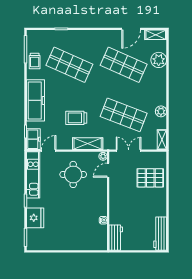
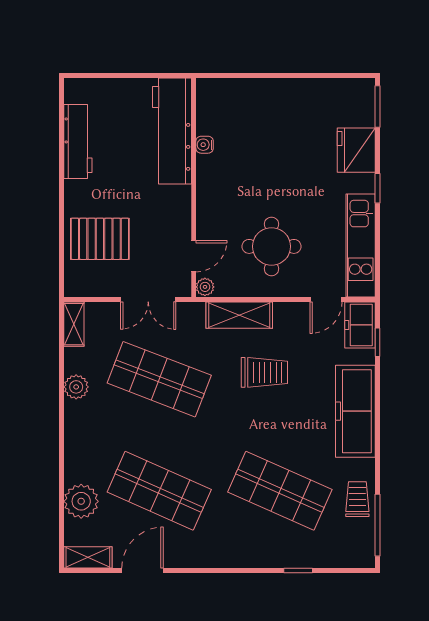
workbench: (160, 234) -> (78, 142), moved
workbench: (116, 238) -> (172, 131), width x1.88, depth x1.32

